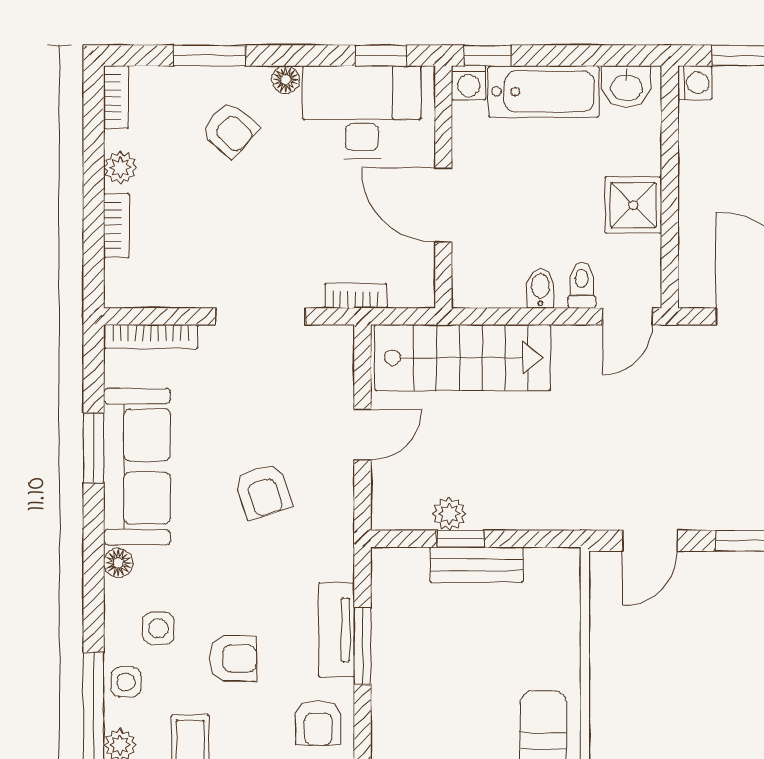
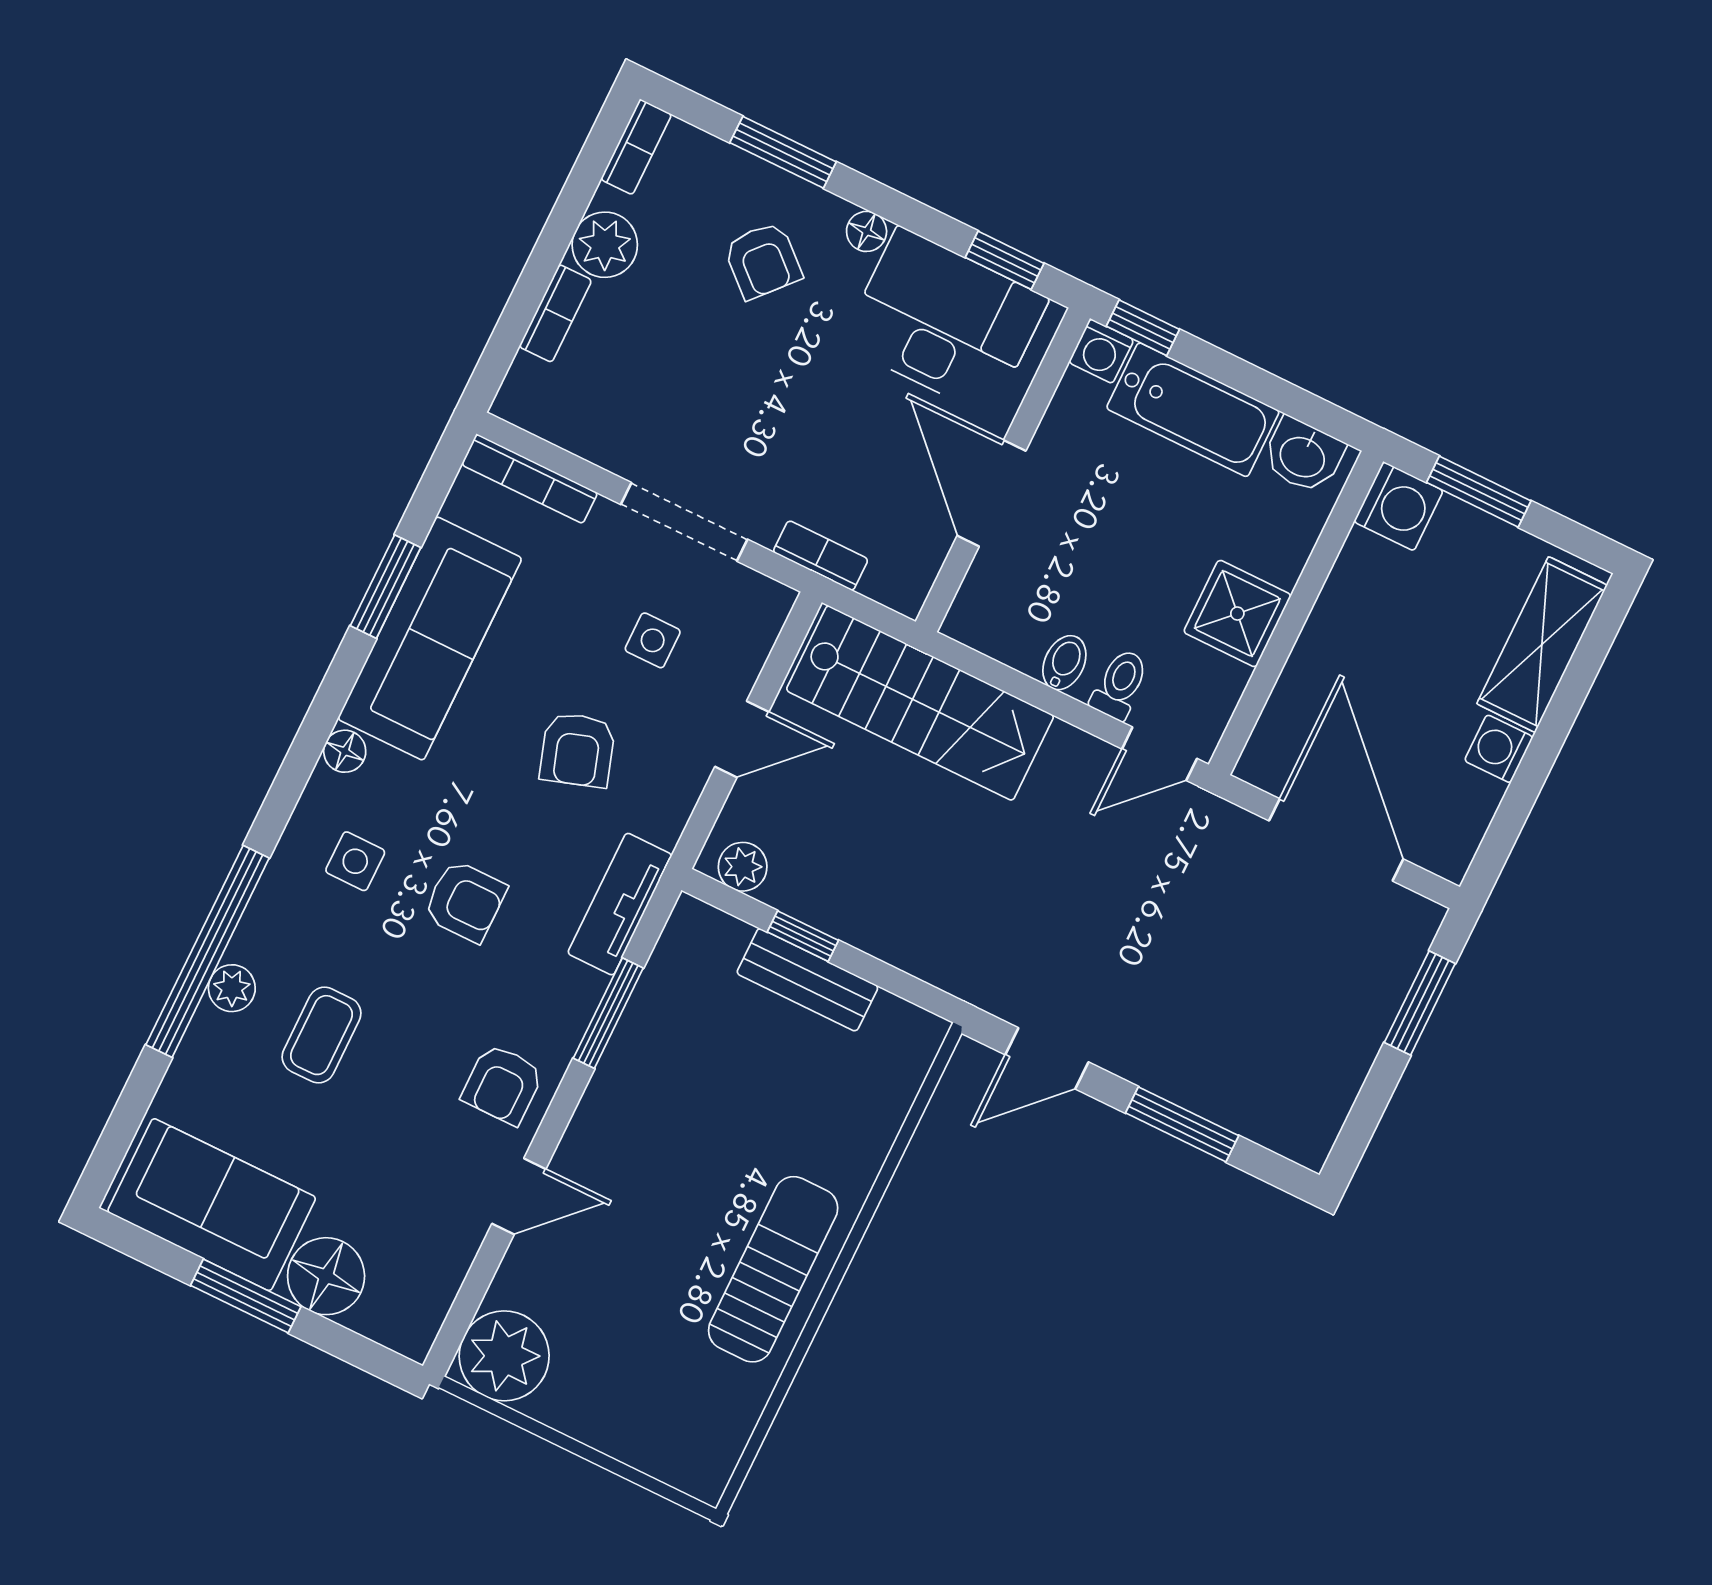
washing machine: (695, 83) -> (1398, 506), width x1.38, depth x1.38
plant: (120, 168) -> (605, 245), width x1.38, depth x1.38
plant: (449, 514) -> (743, 867), moved
tv unit: (336, 630) -> (620, 904), moved
armchair: (233, 658) -> (465, 901), moved
side table: (126, 682) -> (653, 640), moved

